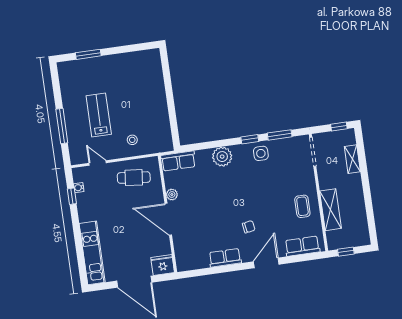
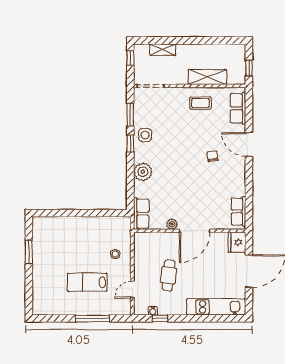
window: (88, 54) -> (29, 252), moved
cafe table: (134, 178) -> (168, 275), moved
row of seats: (225, 258) -> (238, 211), moved

